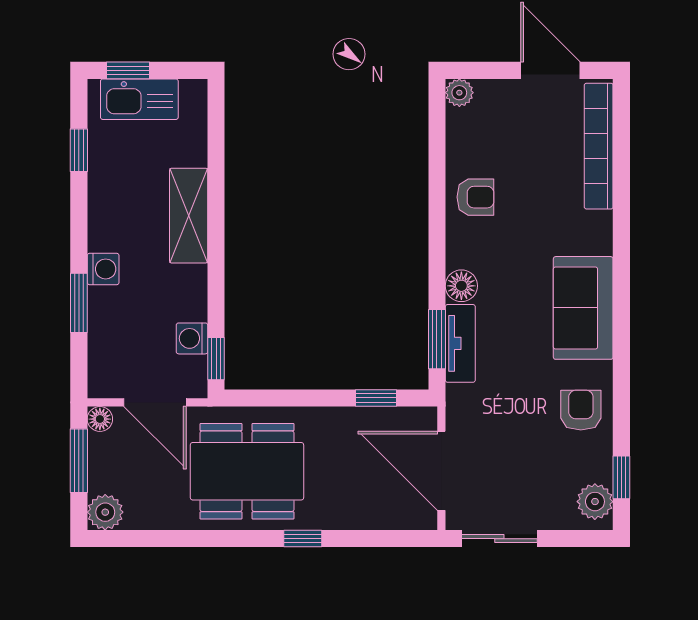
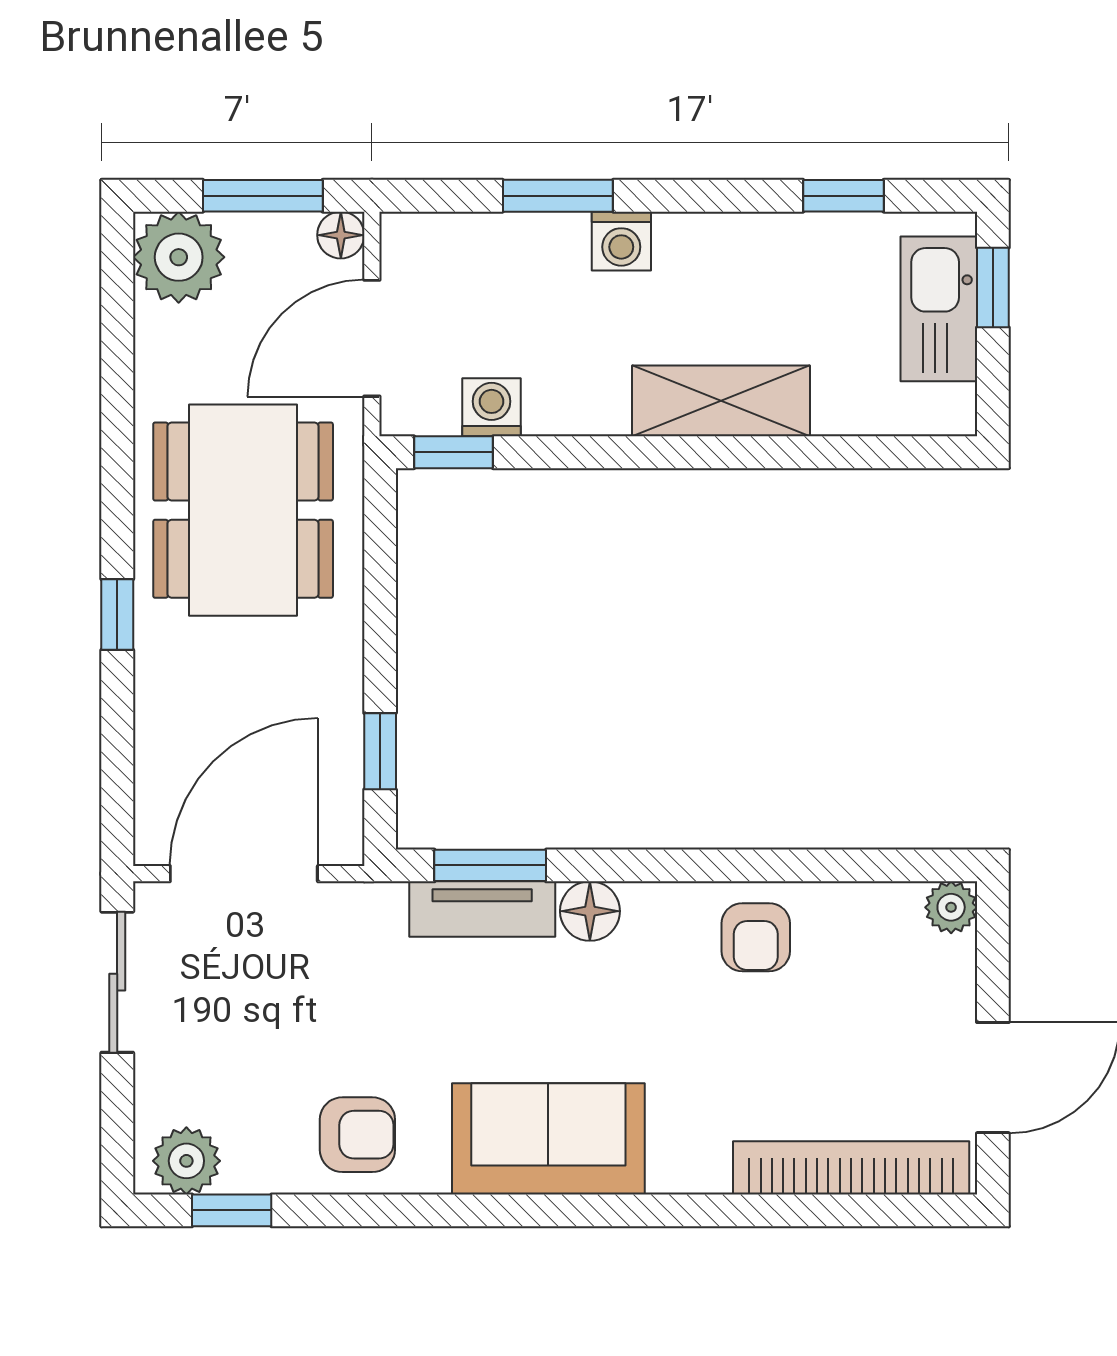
plant: (105, 512) -> (179, 257), width x1.36, depth x1.36

